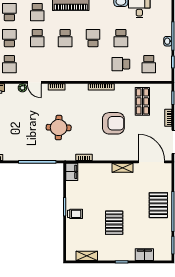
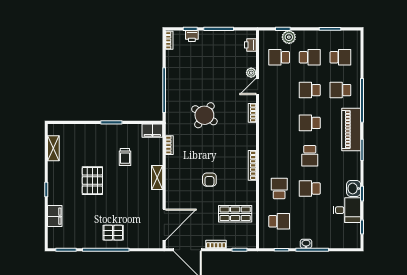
school desk: (93, 38) -> (310, 156), turned 90
school desk: (149, 64) -> (279, 221), turned 180
armchair: (113, 123) -> (209, 180), width x0.53, depth x0.53
round table: (59, 128) -> (204, 115), turned 32
shelving: (123, 168) -> (157, 178), moved
pallet: (158, 205) -> (113, 233), width x0.67, depth x0.71
trolley: (75, 214) -> (125, 157), moved
pallet: (114, 223) -> (92, 181), turned 90

